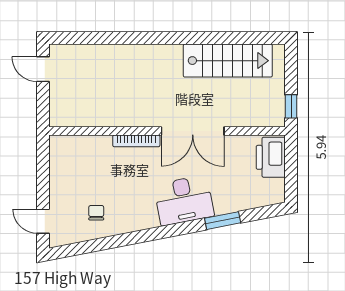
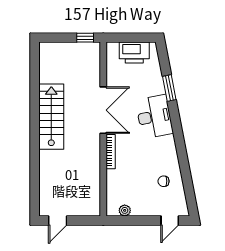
stairs: (228, 61) -> (51, 117), moved
printer: (271, 157) -> (134, 53), moved
plant: (57, 160) -> (125, 210), added

